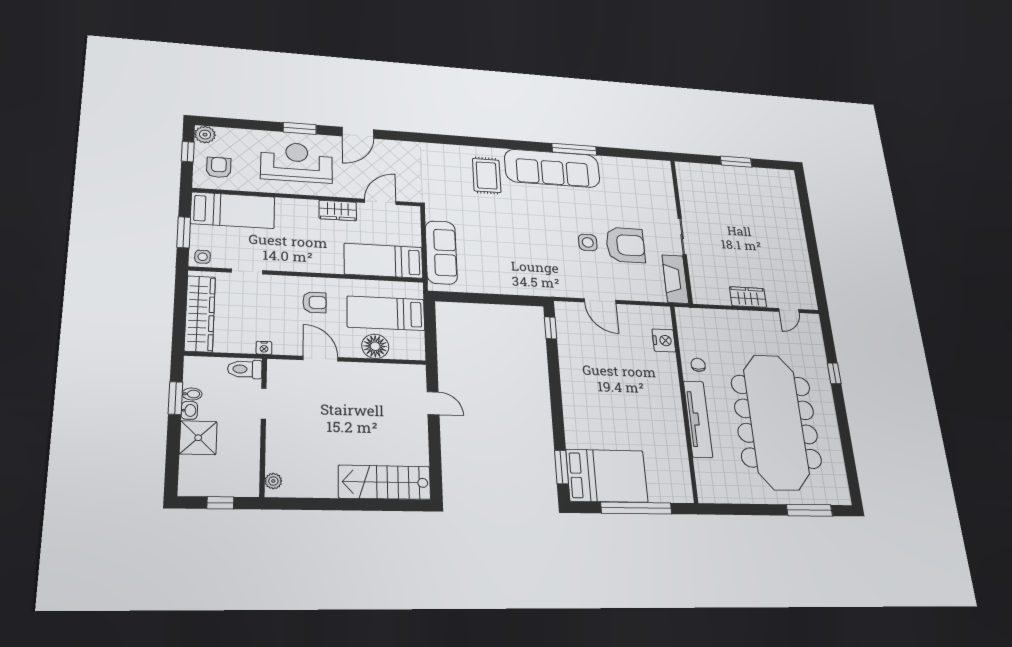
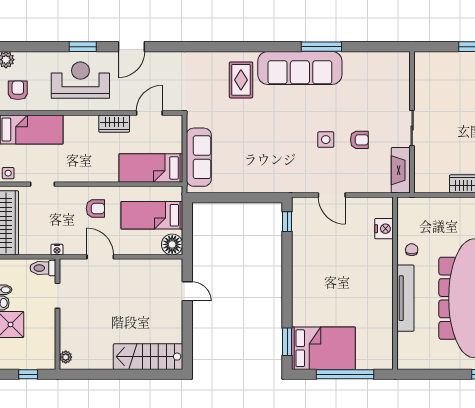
armchair: (625, 245) -> (359, 140), width x0.53, depth x0.53
floor lamp: (375, 346) -> (172, 244), moved

